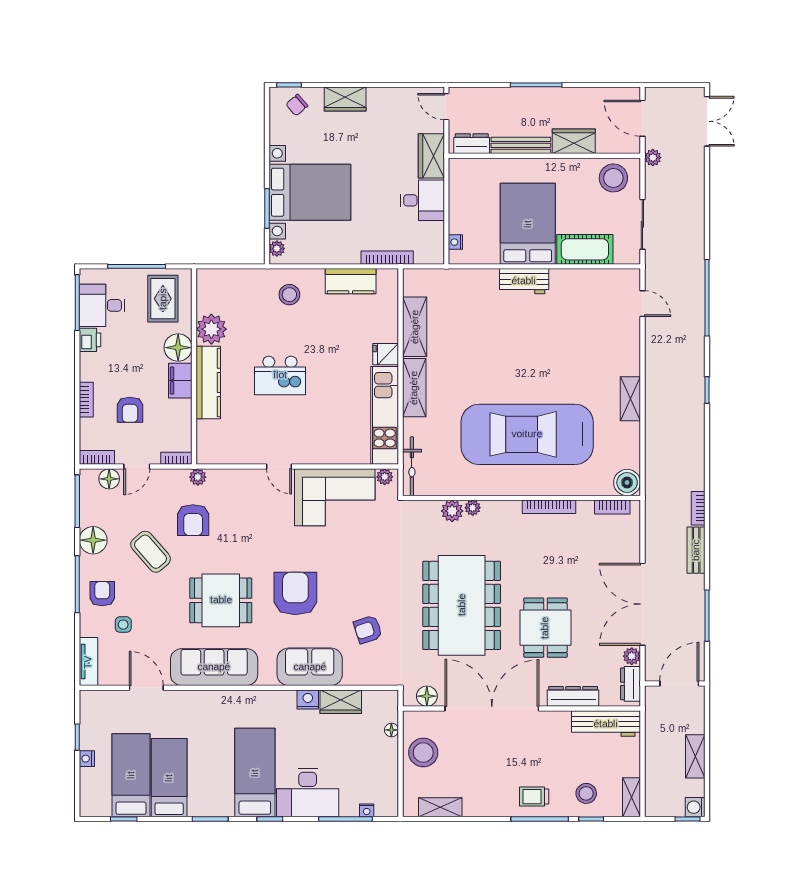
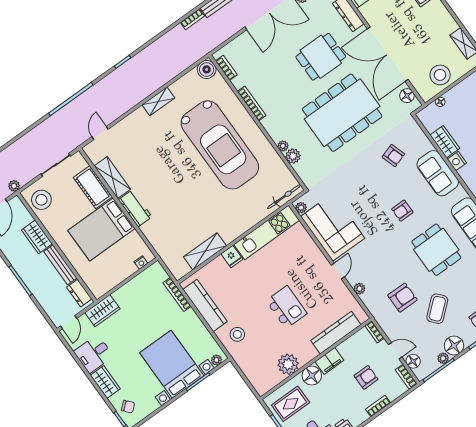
desk: (422, 200) -> (94, 354), moved, turned -90
kitchen counter: (351, 281) -> (205, 306), width x1.50
kitchen counter: (208, 382) -> (336, 333), moved
shelving: (414, 388) -> (112, 178), moved, turned 90
plant: (198, 477) -> (359, 289), moved
plant: (87, 517) -> (443, 358), added
armchair: (295, 594) -> (402, 211), width x0.53, depth x0.53

